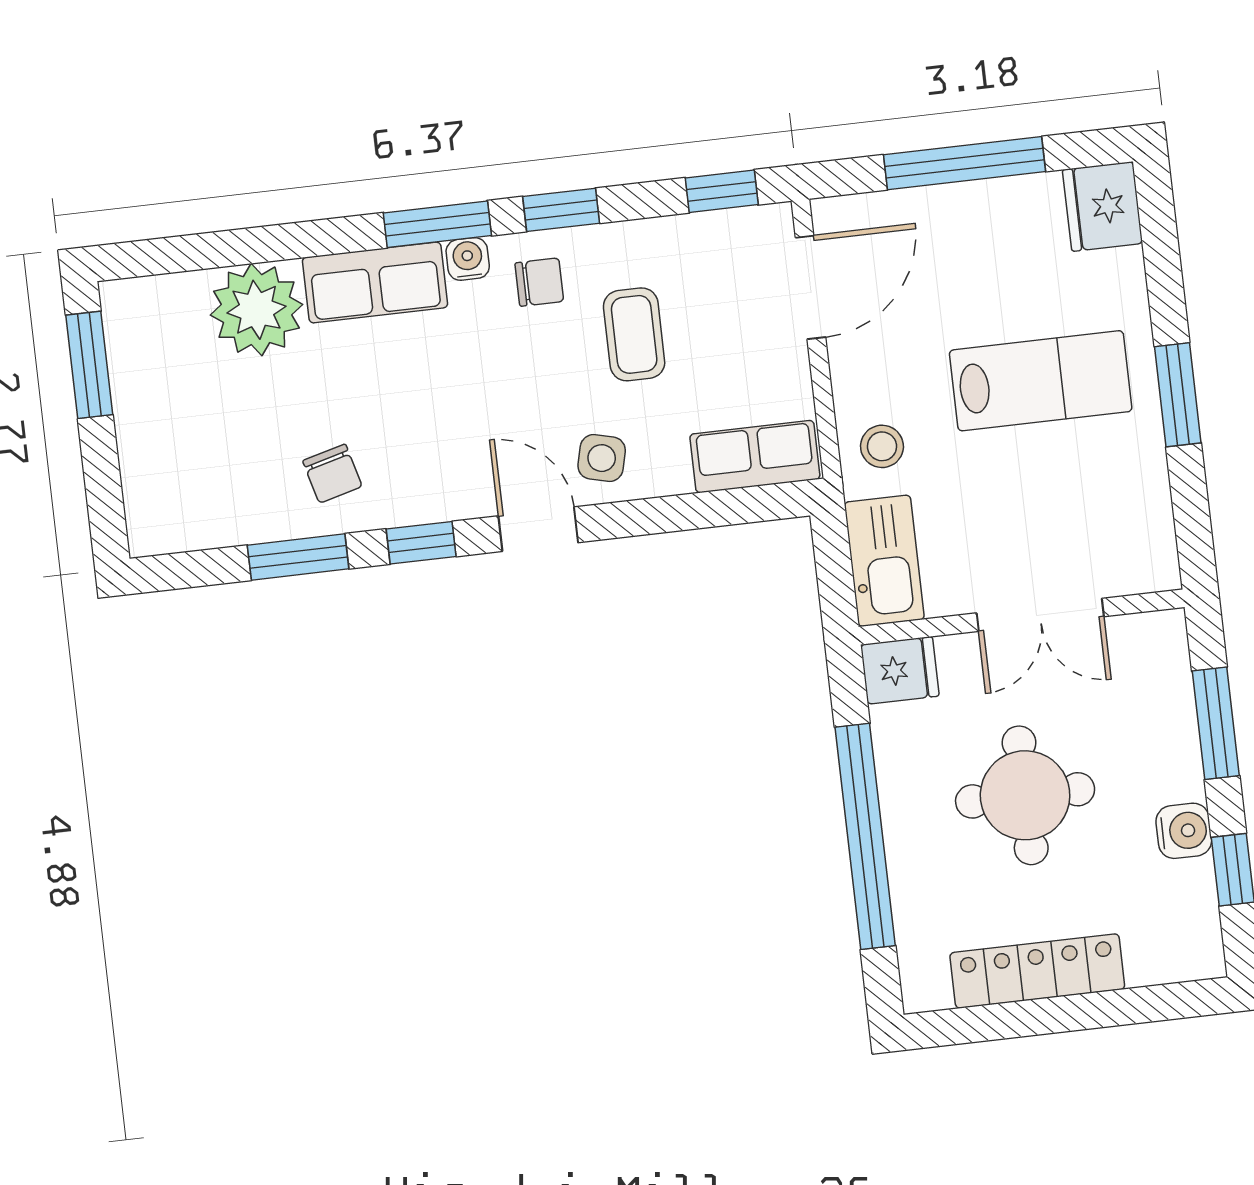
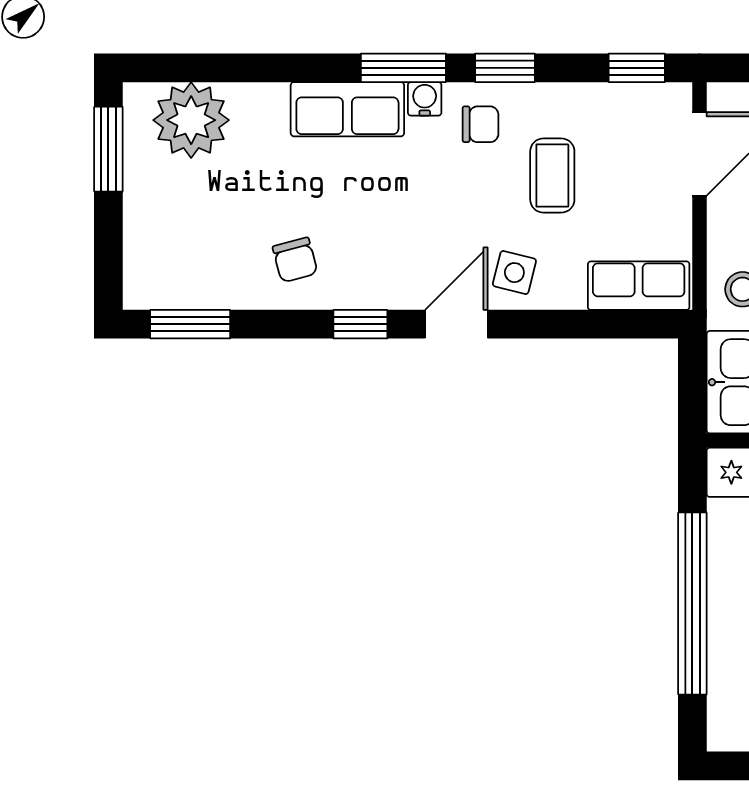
plant: (256, 310) -> (191, 120), moved
door: (538, 529) -> (456, 324), hinge flipped
window: (298, 557) -> (190, 324), moved

